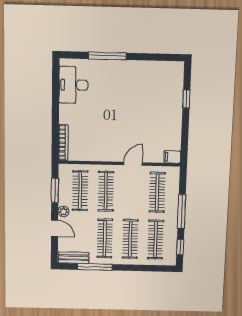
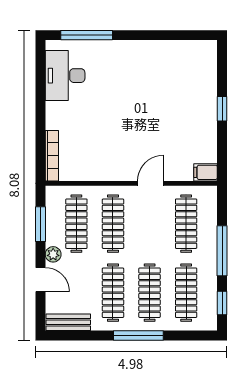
window: (107, 56) -> (87, 35), moved
window: (186, 99) -> (222, 109), moved
window: (95, 267) -> (138, 336), moved

